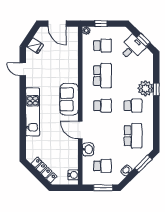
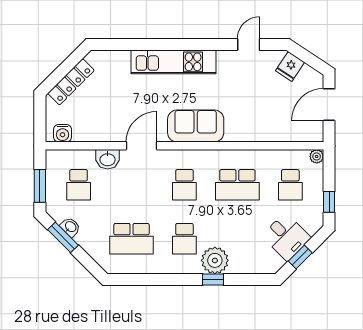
window: (101, 24) -> (329, 202), moved
window: (143, 164) -> (63, 237), moved

